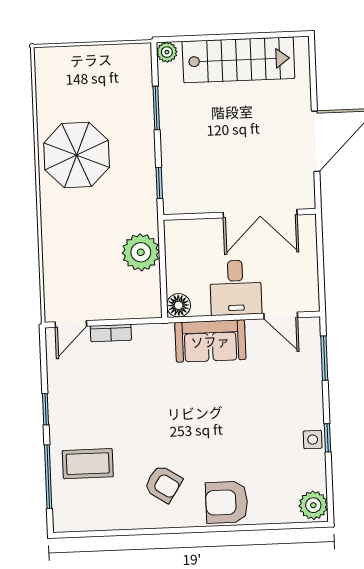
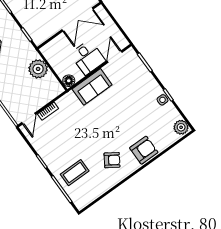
door: (281, 316) -> (115, 57), swing flipped
armchair: (227, 502) -> (144, 150), turned 180

